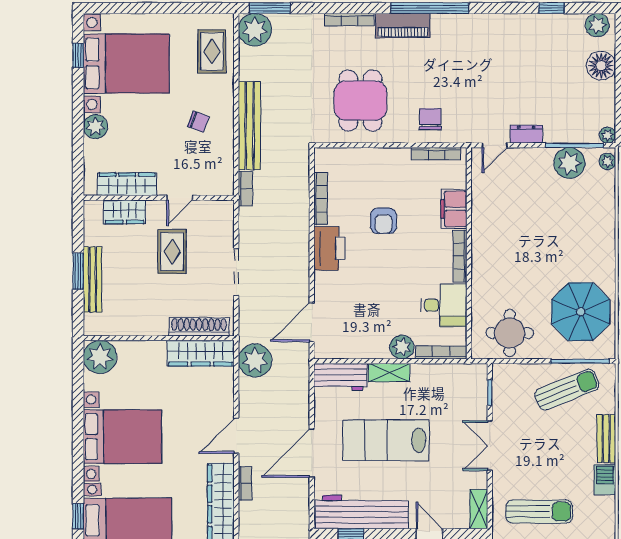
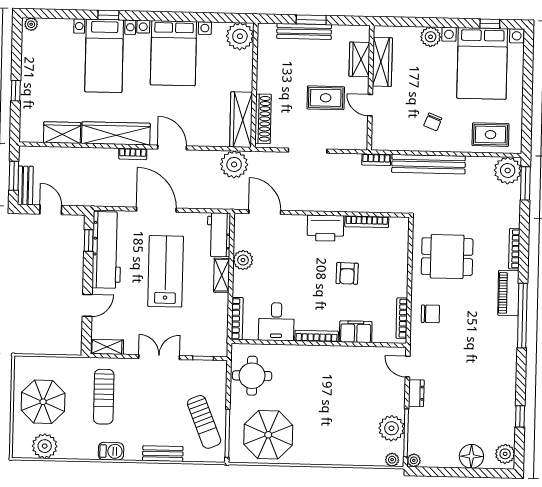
armchair: (384, 221) -> (347, 273), turned -89
plant: (402, 347) -> (243, 260), moved
barbecue: (605, 480) -> (111, 451), moved

